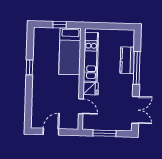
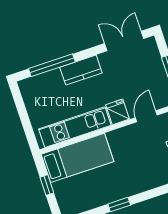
kitchen counter: (127, 60) -> (81, 70), moved
window: (137, 68) -> (52, 65), moved

